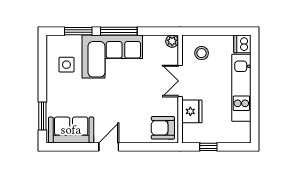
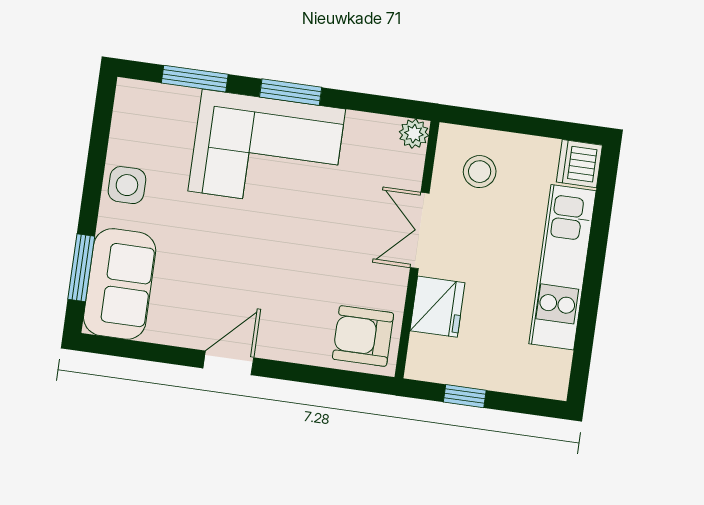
window: (119, 31) -> (291, 92), width x0.69
side table: (66, 65) -> (127, 185), moved
sofa: (71, 130) -> (120, 284), moved, turned 90

